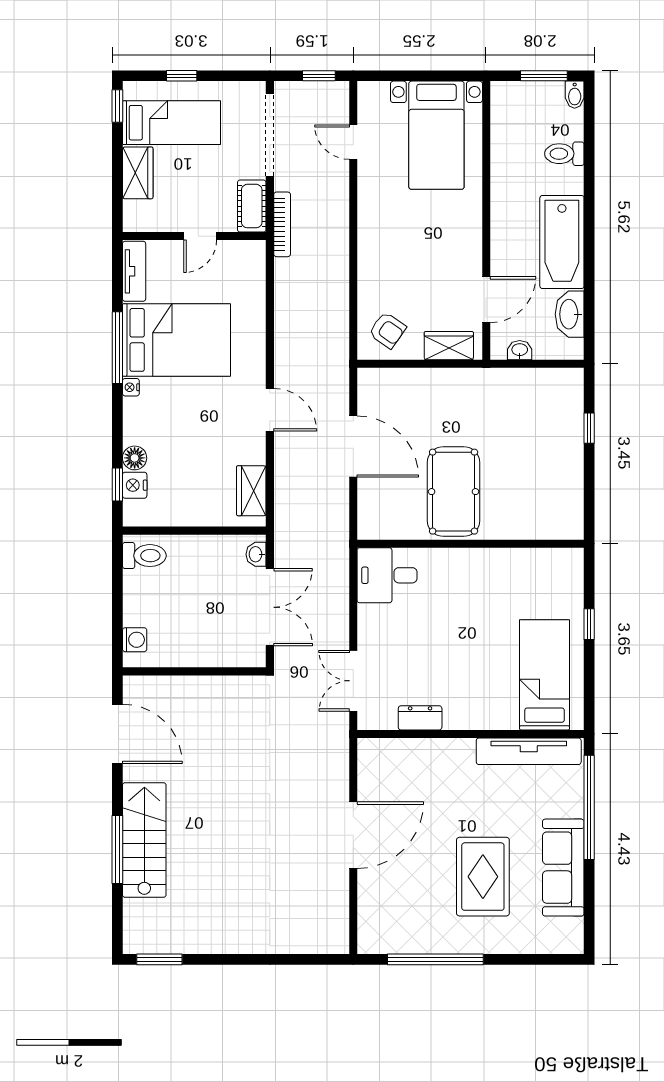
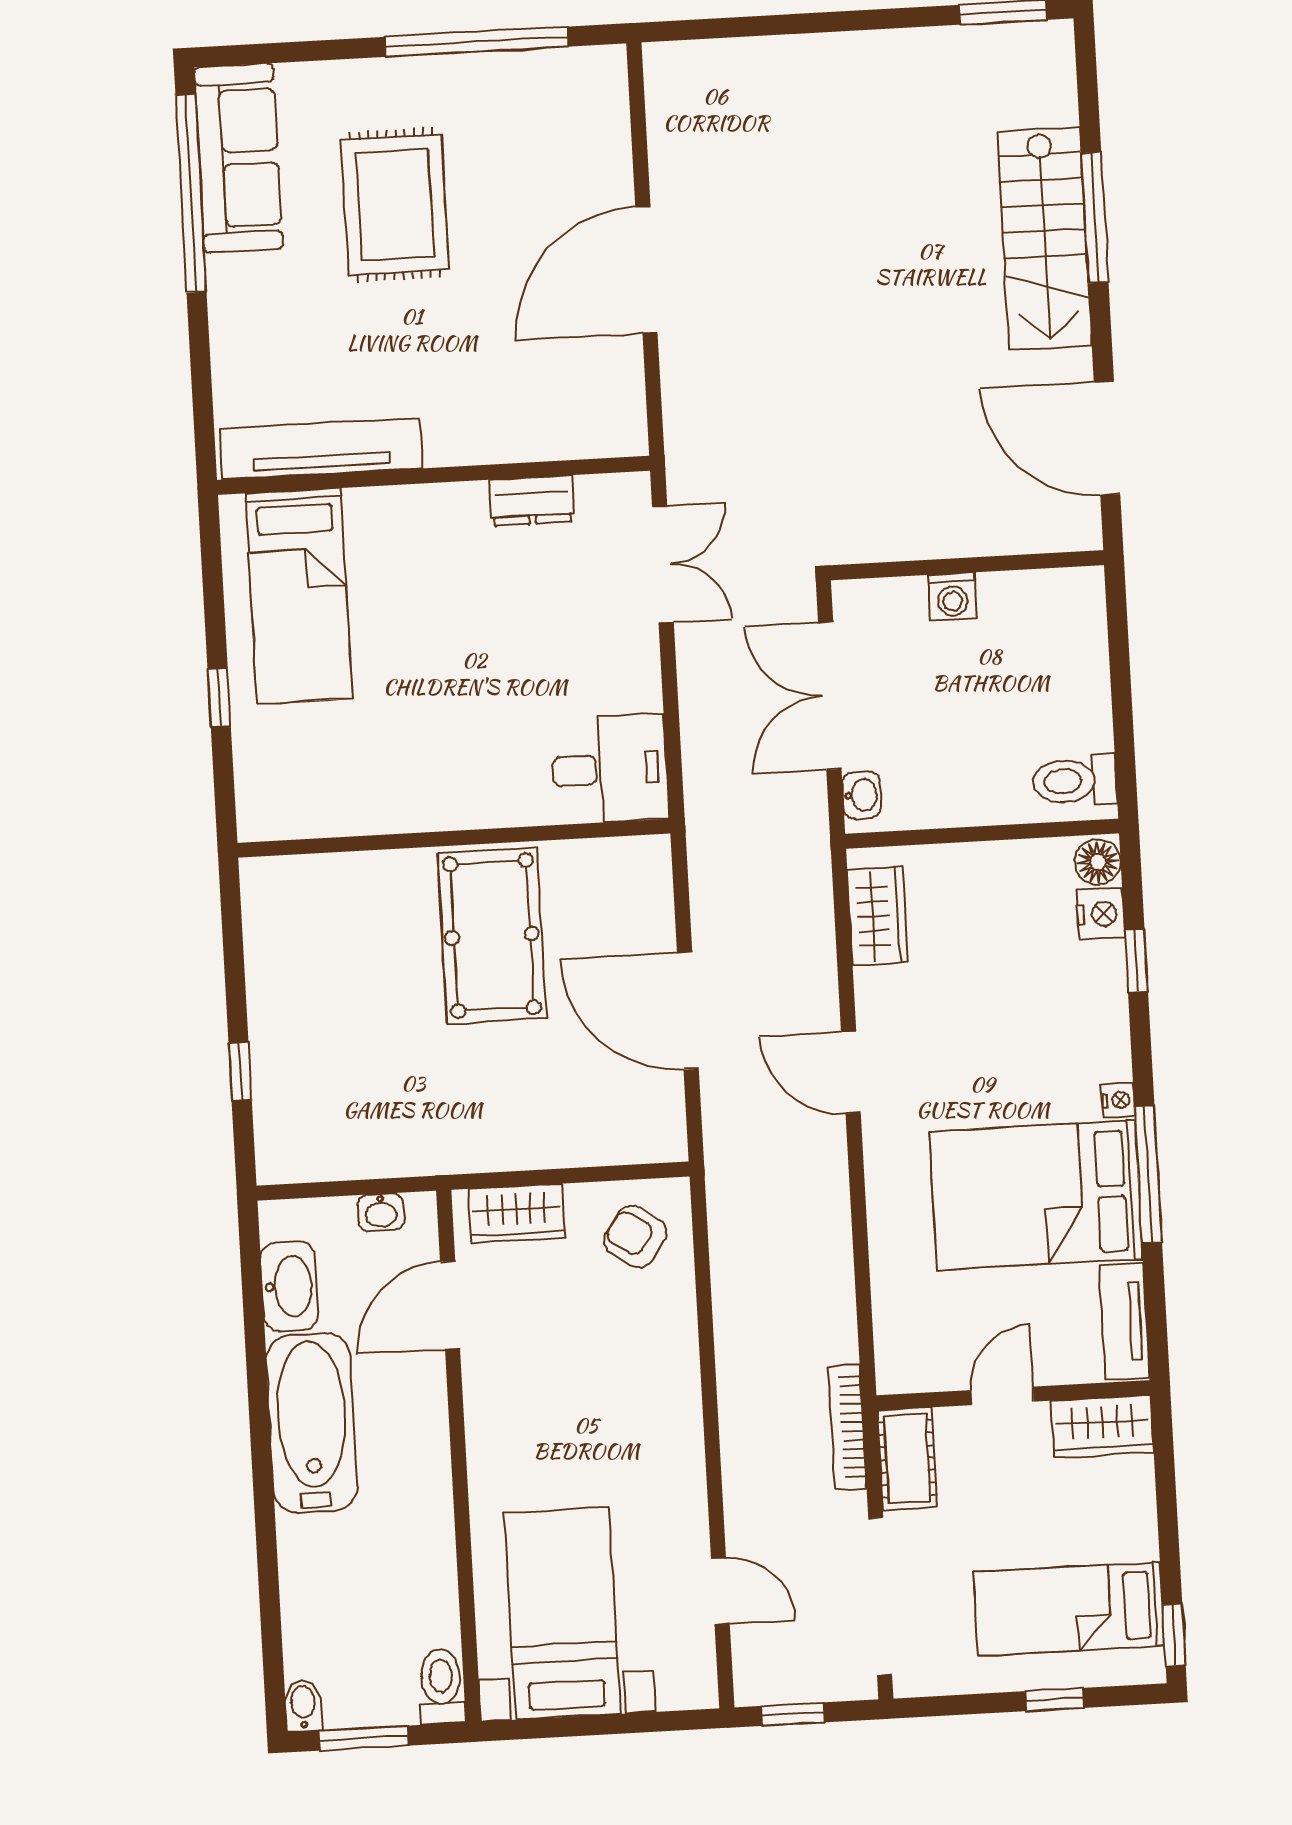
toilet: (564, 154) -> (441, 1686), moved, turned -90
wardrobe: (138, 173) -> (1103, 1427), moved, turned -90
floor lamp: (135, 458) -> (1098, 862), moved
window: (117, 485) -> (1136, 961), moved
washing machine: (135, 640) -> (953, 597), moved, turned -90
window: (589, 807) -> (191, 193), moved
sofa: (563, 868) -> (239, 158), moved

